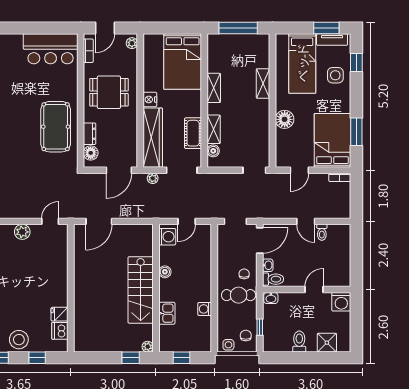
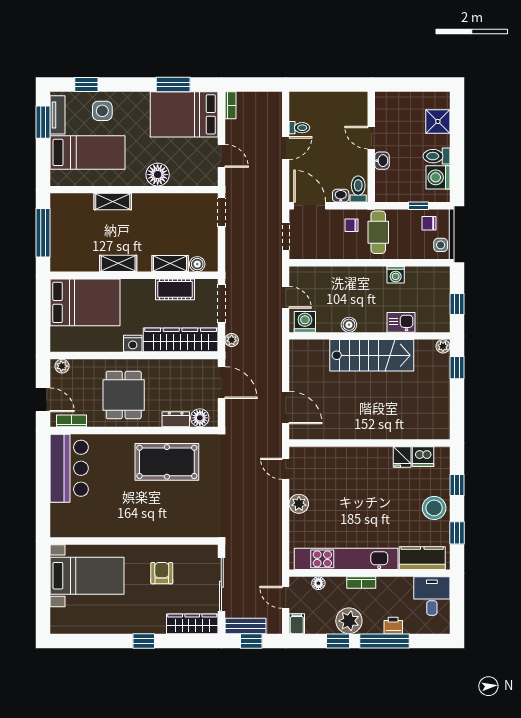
washbasin: (271, 298) -> (382, 161), moved
washing machine: (341, 302) -> (438, 177), moved, turned 180

